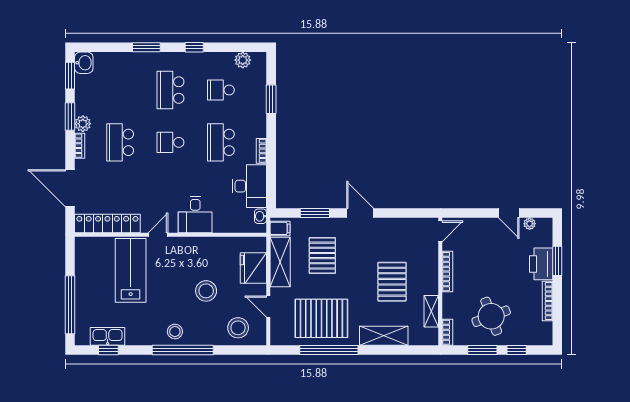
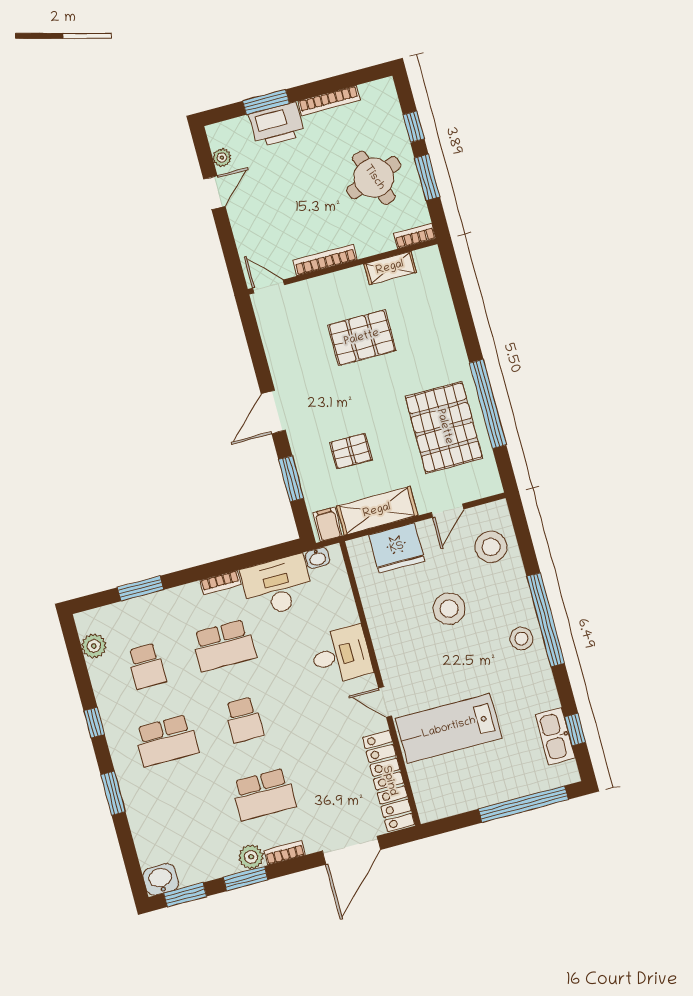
pallet: (322, 256) -> (351, 451), width x0.67, depth x0.71
shelving: (384, 336) -> (445, 329), removed

